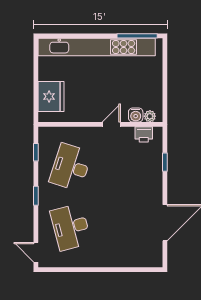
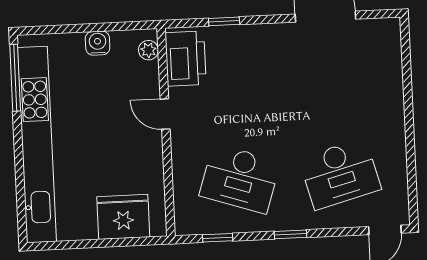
water cooler: (136, 115) -> (98, 43), moved, turned -90
printer: (144, 134) -> (186, 59), width x1.87, depth x1.48

